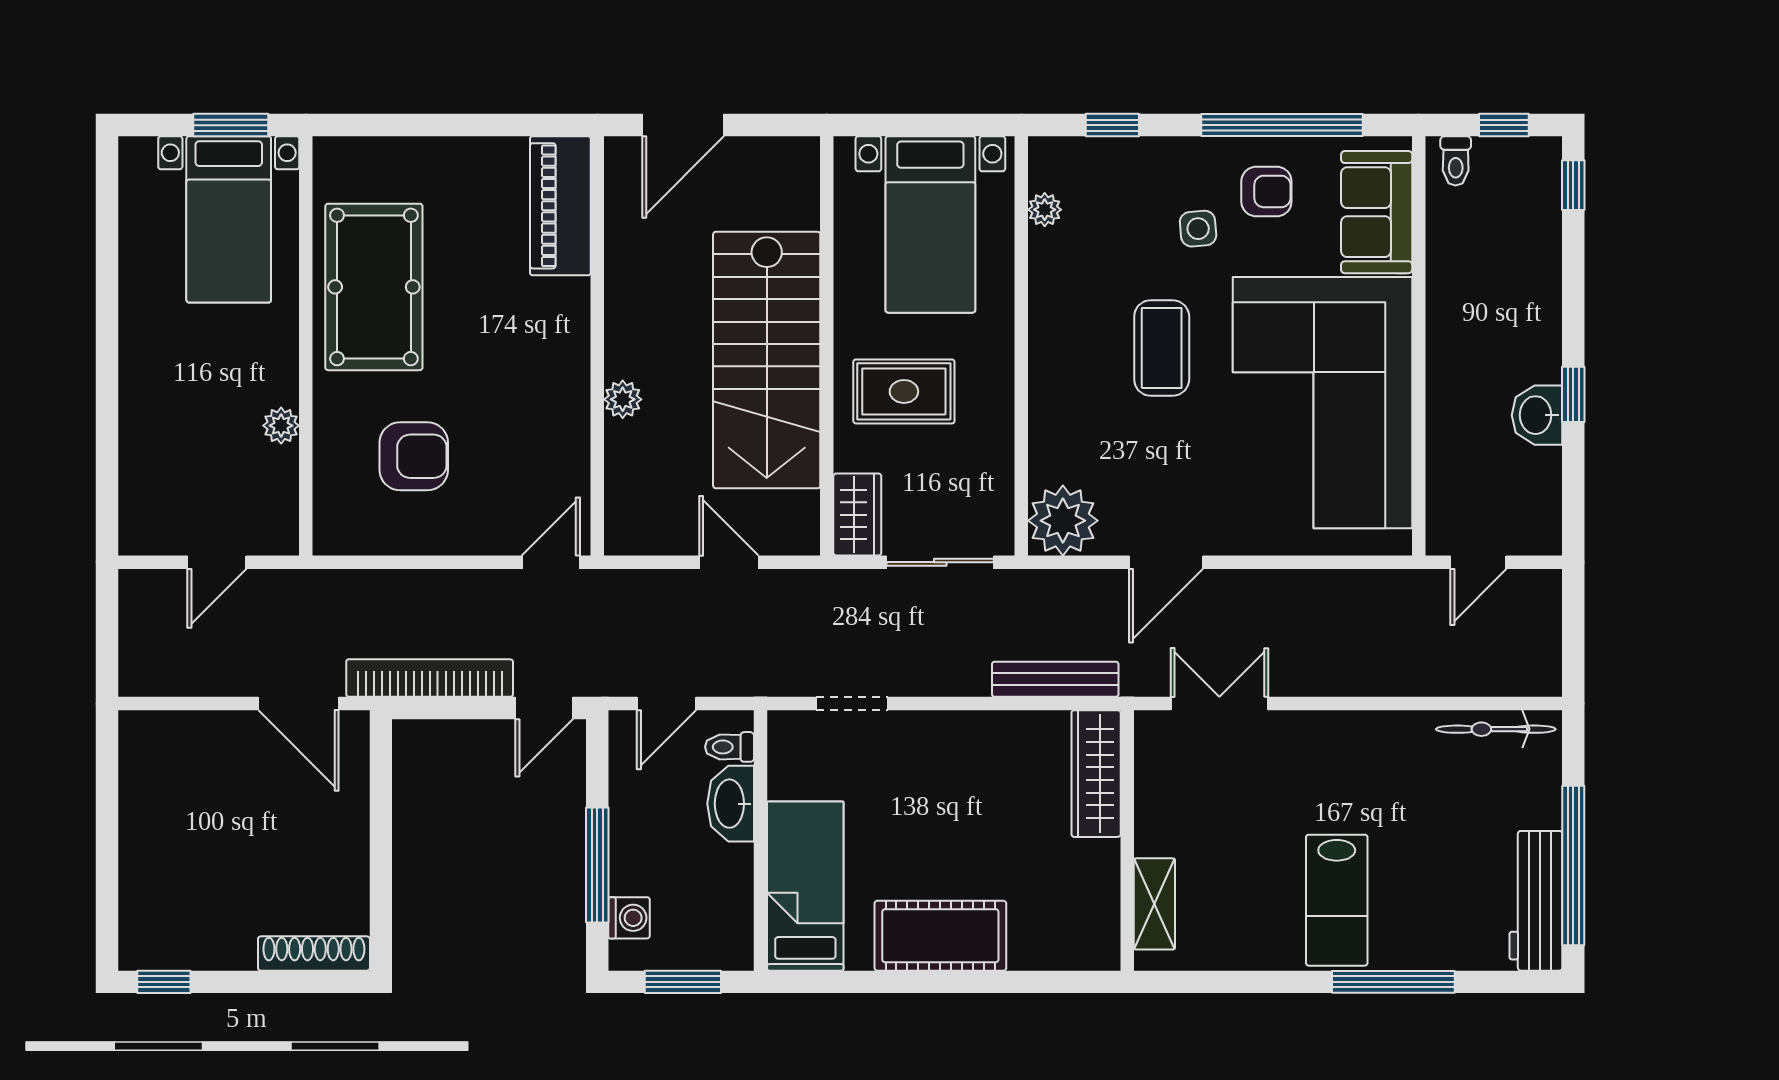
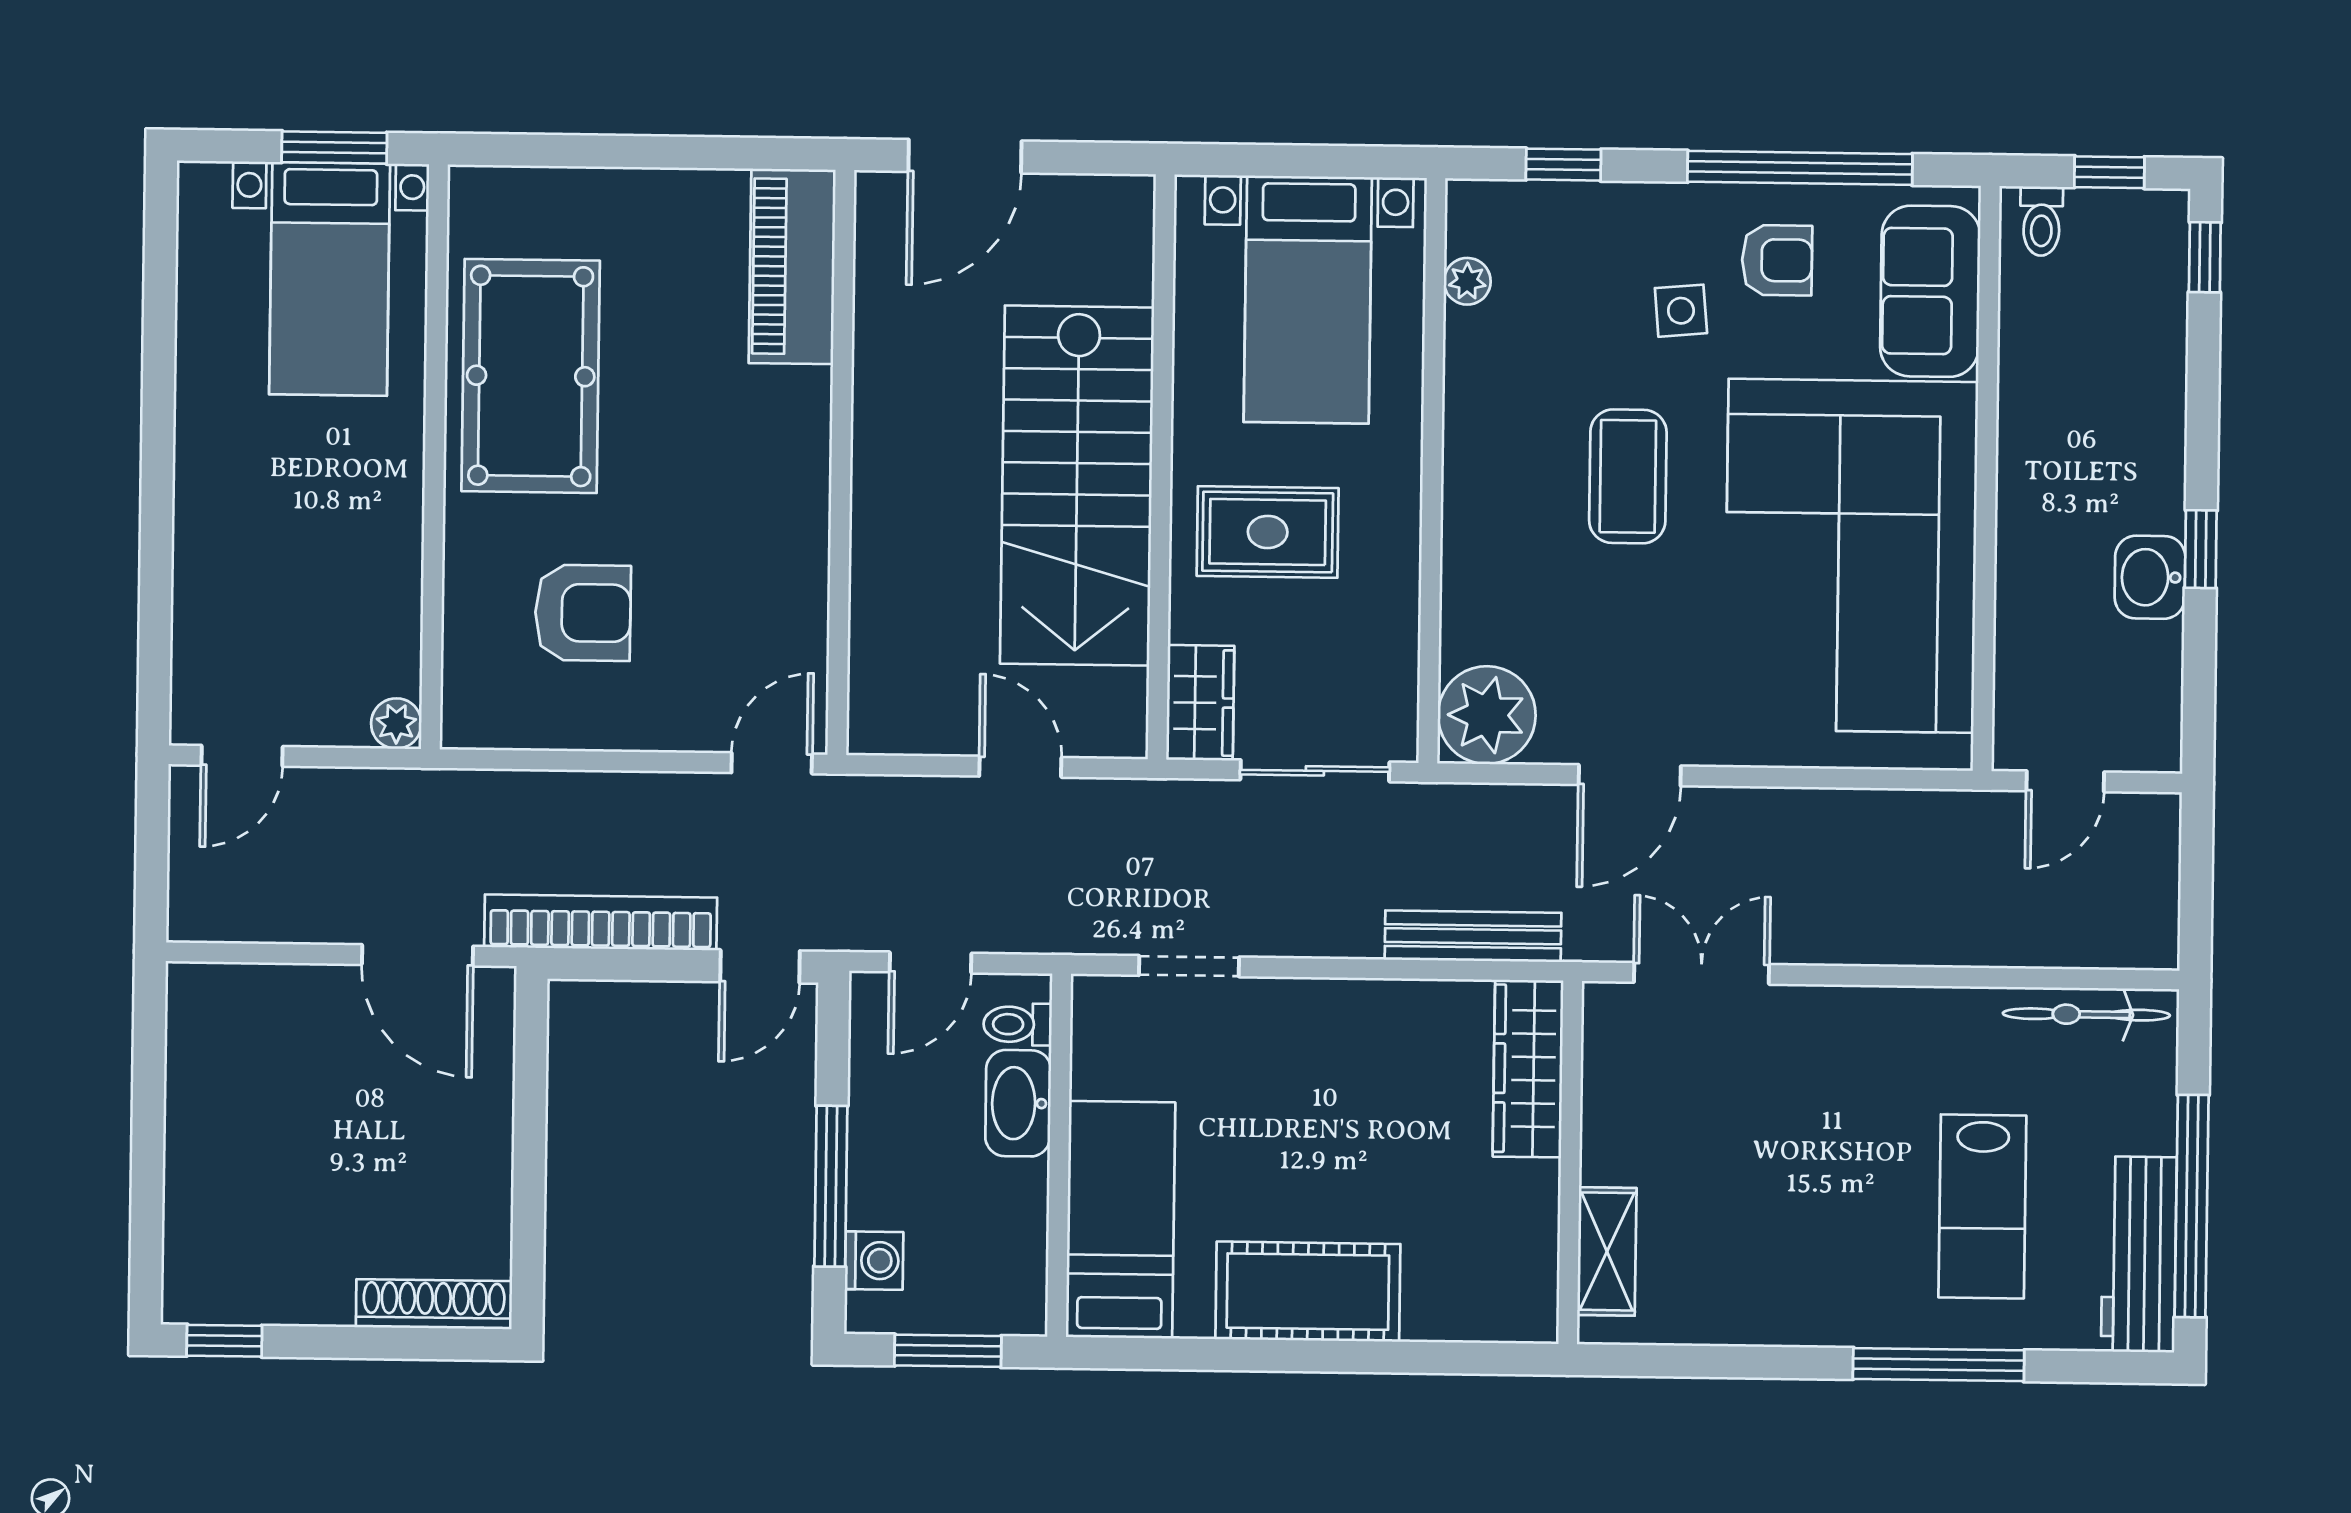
plant: (623, 399) -> (875, 537), removed
plant: (281, 426) -> (396, 724), moved
door: (217, 562) -> (242, 756), moved
lab bench: (1337, 900) -> (1982, 1206), moved

